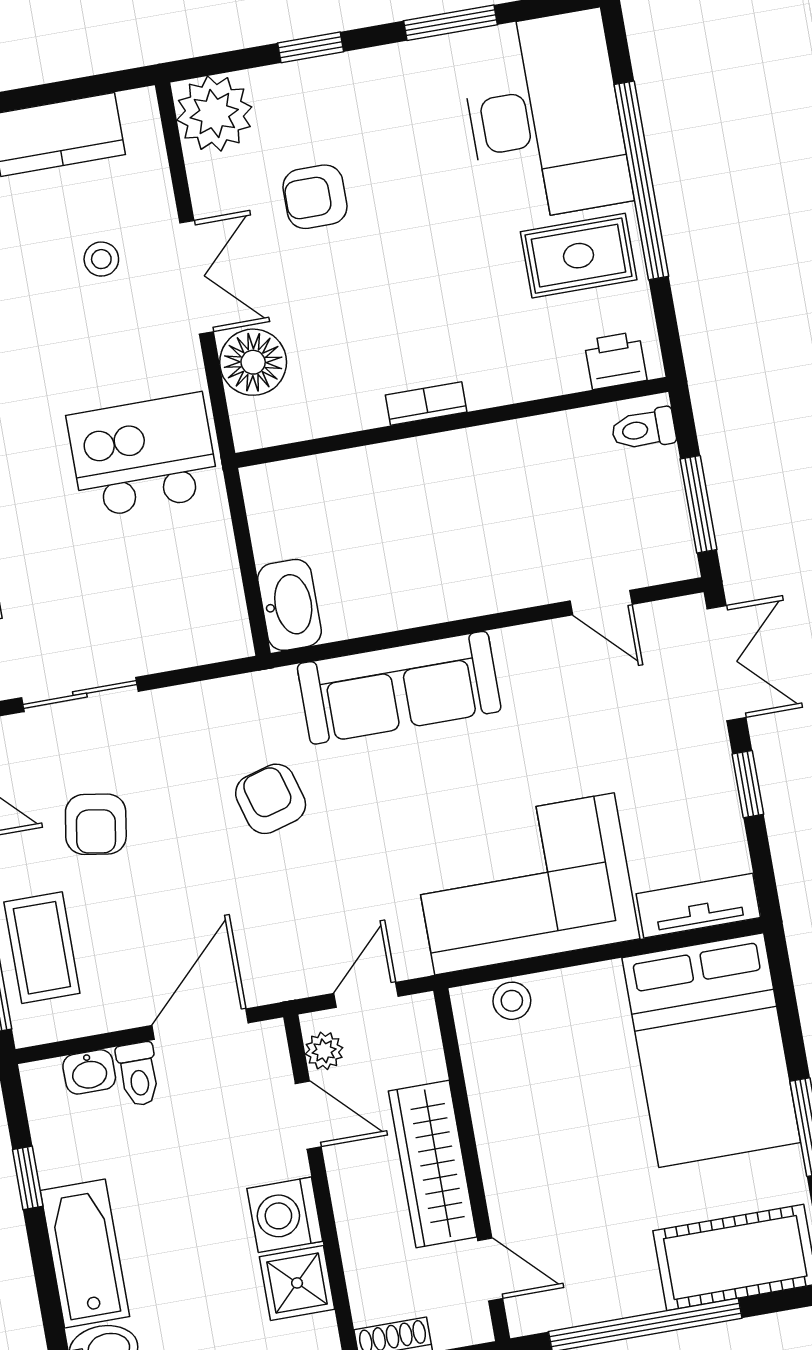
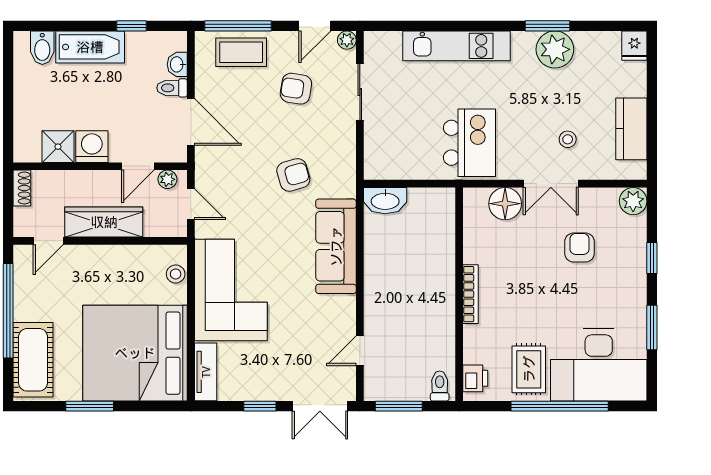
plant: (214, 114) -> (633, 201), width x0.73, depth x0.73
bookcase: (426, 404) -> (470, 294), width x1.56
bed: (711, 1050) -> (135, 353), width x1.36

